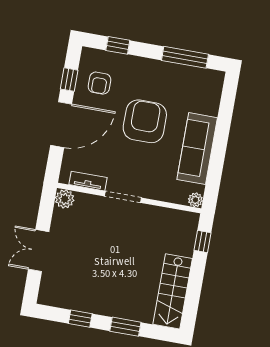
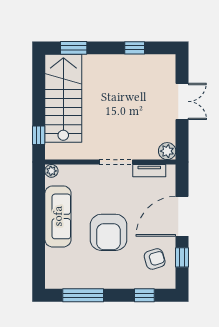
armchair: (99, 83) -> (155, 259), turned 73
stairs: (173, 291) -> (63, 98), width x1.36, depth x1.51
window: (125, 327) -> (74, 48), moved

